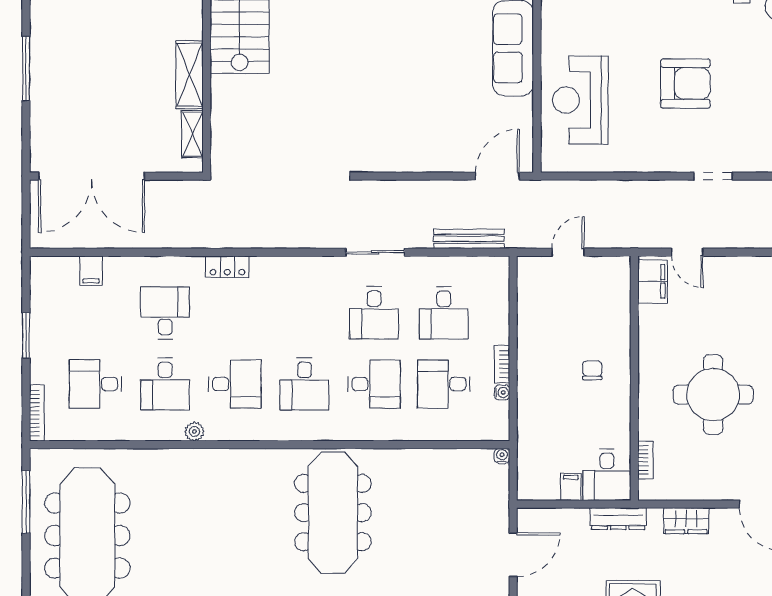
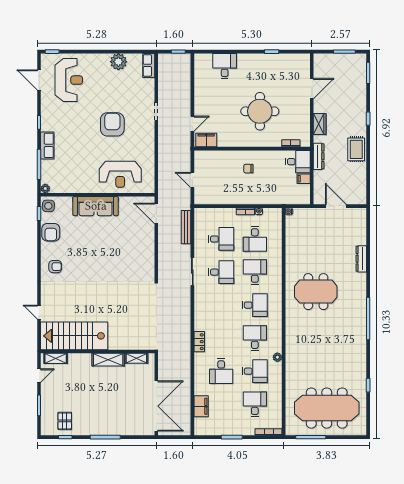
filing cabinet: (91, 271) -> (201, 406), width x2.00
desk: (165, 313) -> (221, 371), turned -90
desk: (95, 384) -> (255, 404), turned 180
meeting table: (333, 513) -> (316, 292), width x0.73

